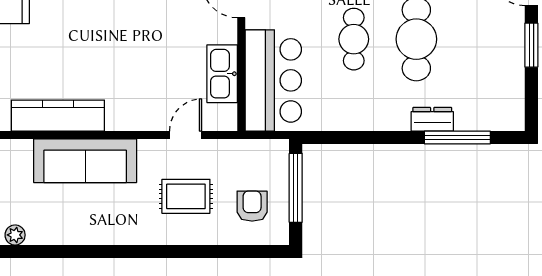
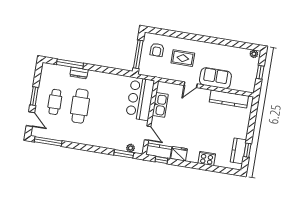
cafe table: (354, 39) -> (55, 102), moved
door: (186, 135) -> (191, 85), moved
sofa: (85, 161) -> (215, 78), width x0.73

